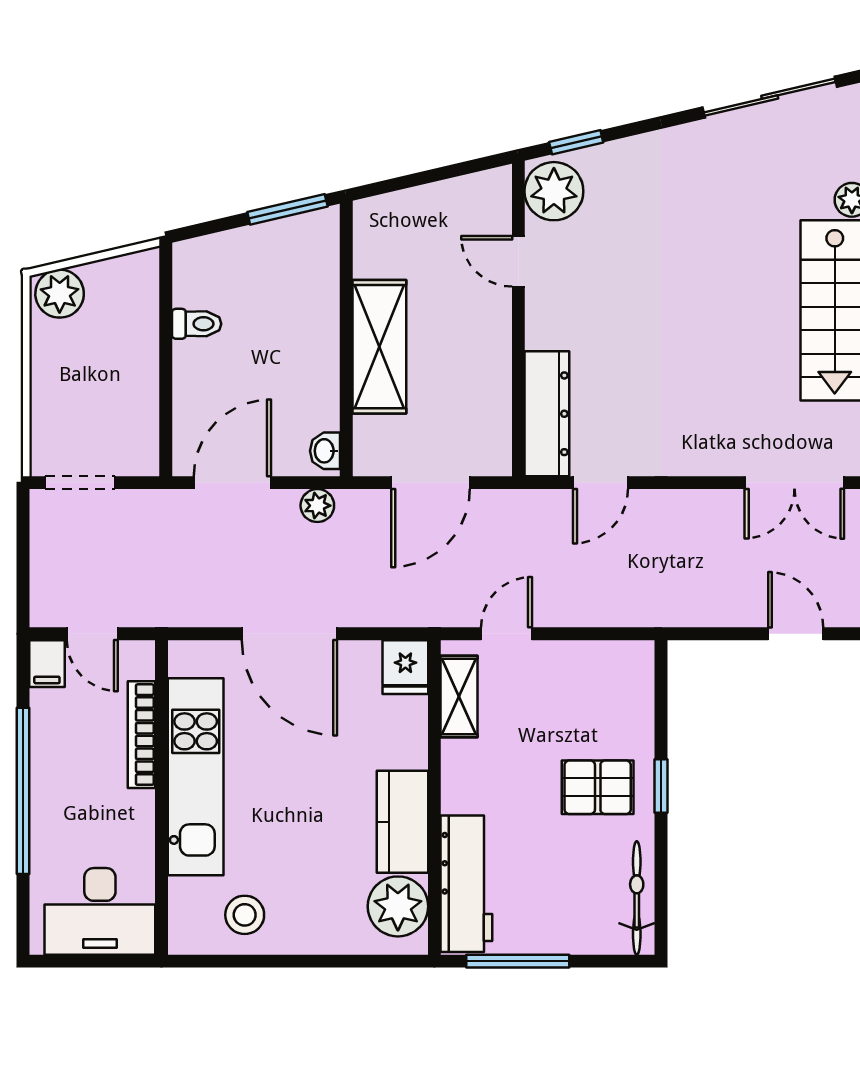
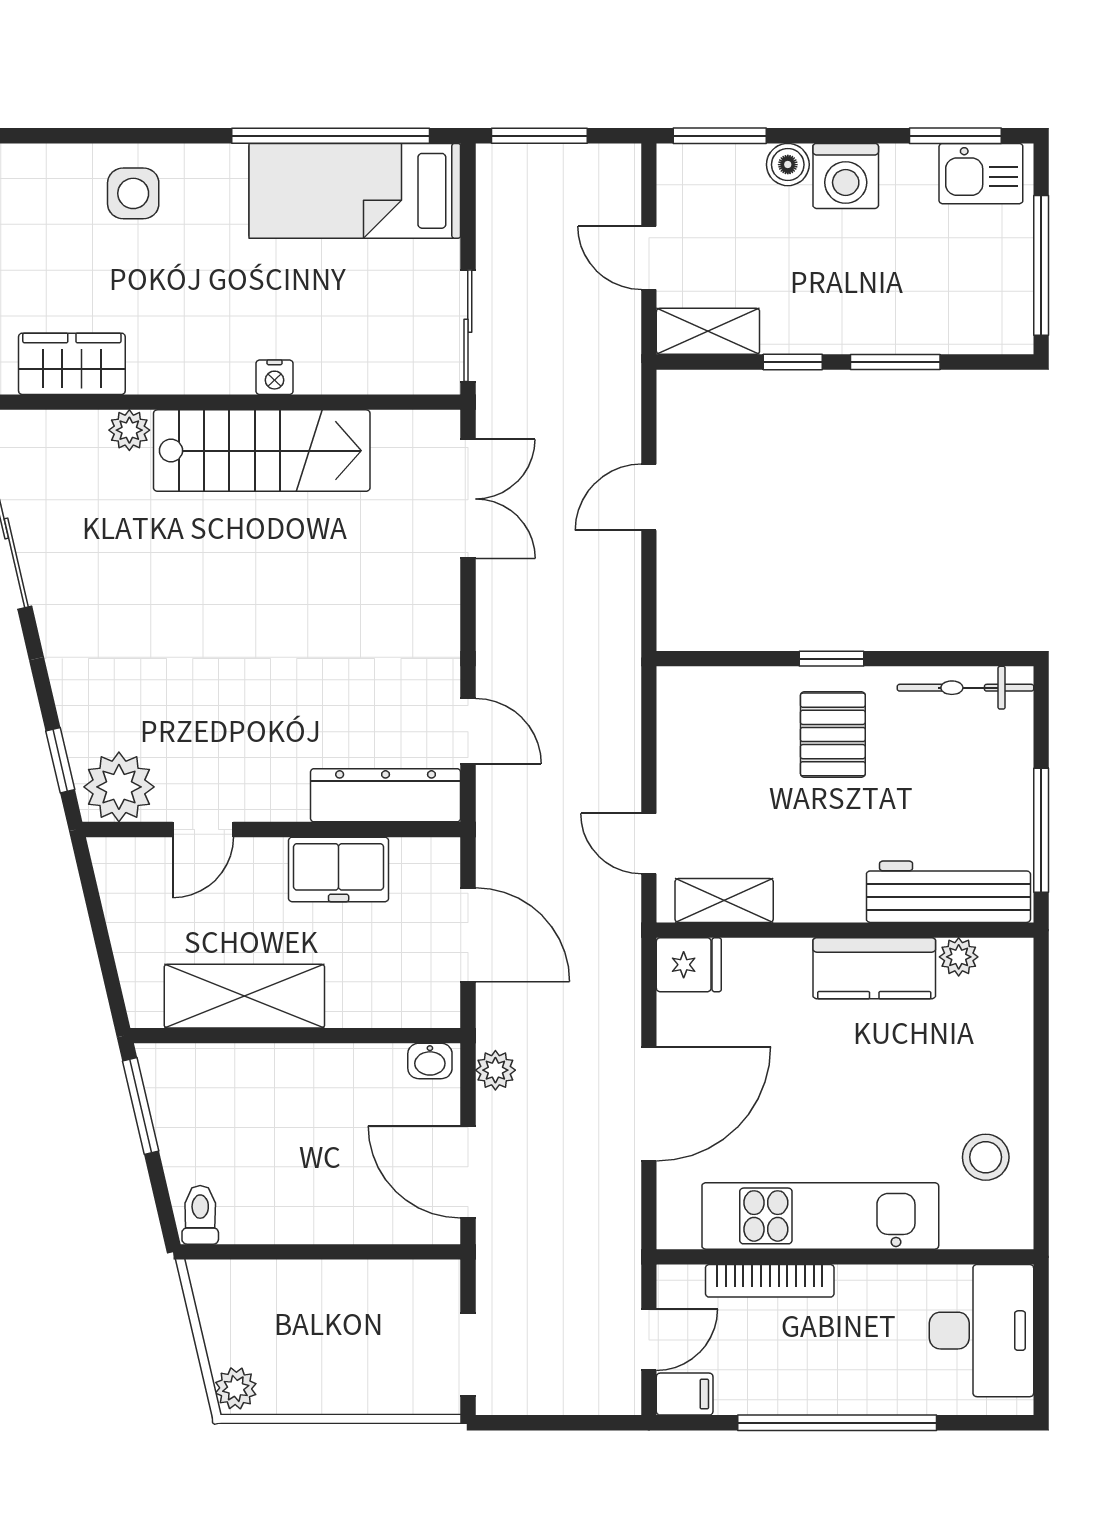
plant: (60, 294) -> (236, 1388), width x0.73, depth x0.73
toilet: (197, 324) -> (200, 1215), moved
shelving: (379, 347) -> (244, 996), moved
freezer: (485, 375) -> (339, 869), added
plant: (398, 906) -> (959, 957), width x0.53, depth x0.53

